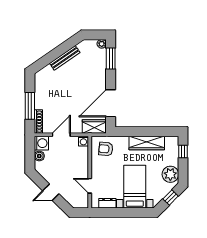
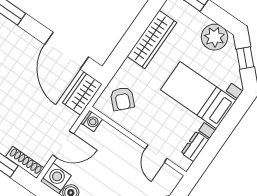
door: (61, 135) -> (63, 144), swing flipped
armchair: (106, 149) -> (122, 99), turned -51
door: (90, 186) -> (156, 154), hinge flipped

